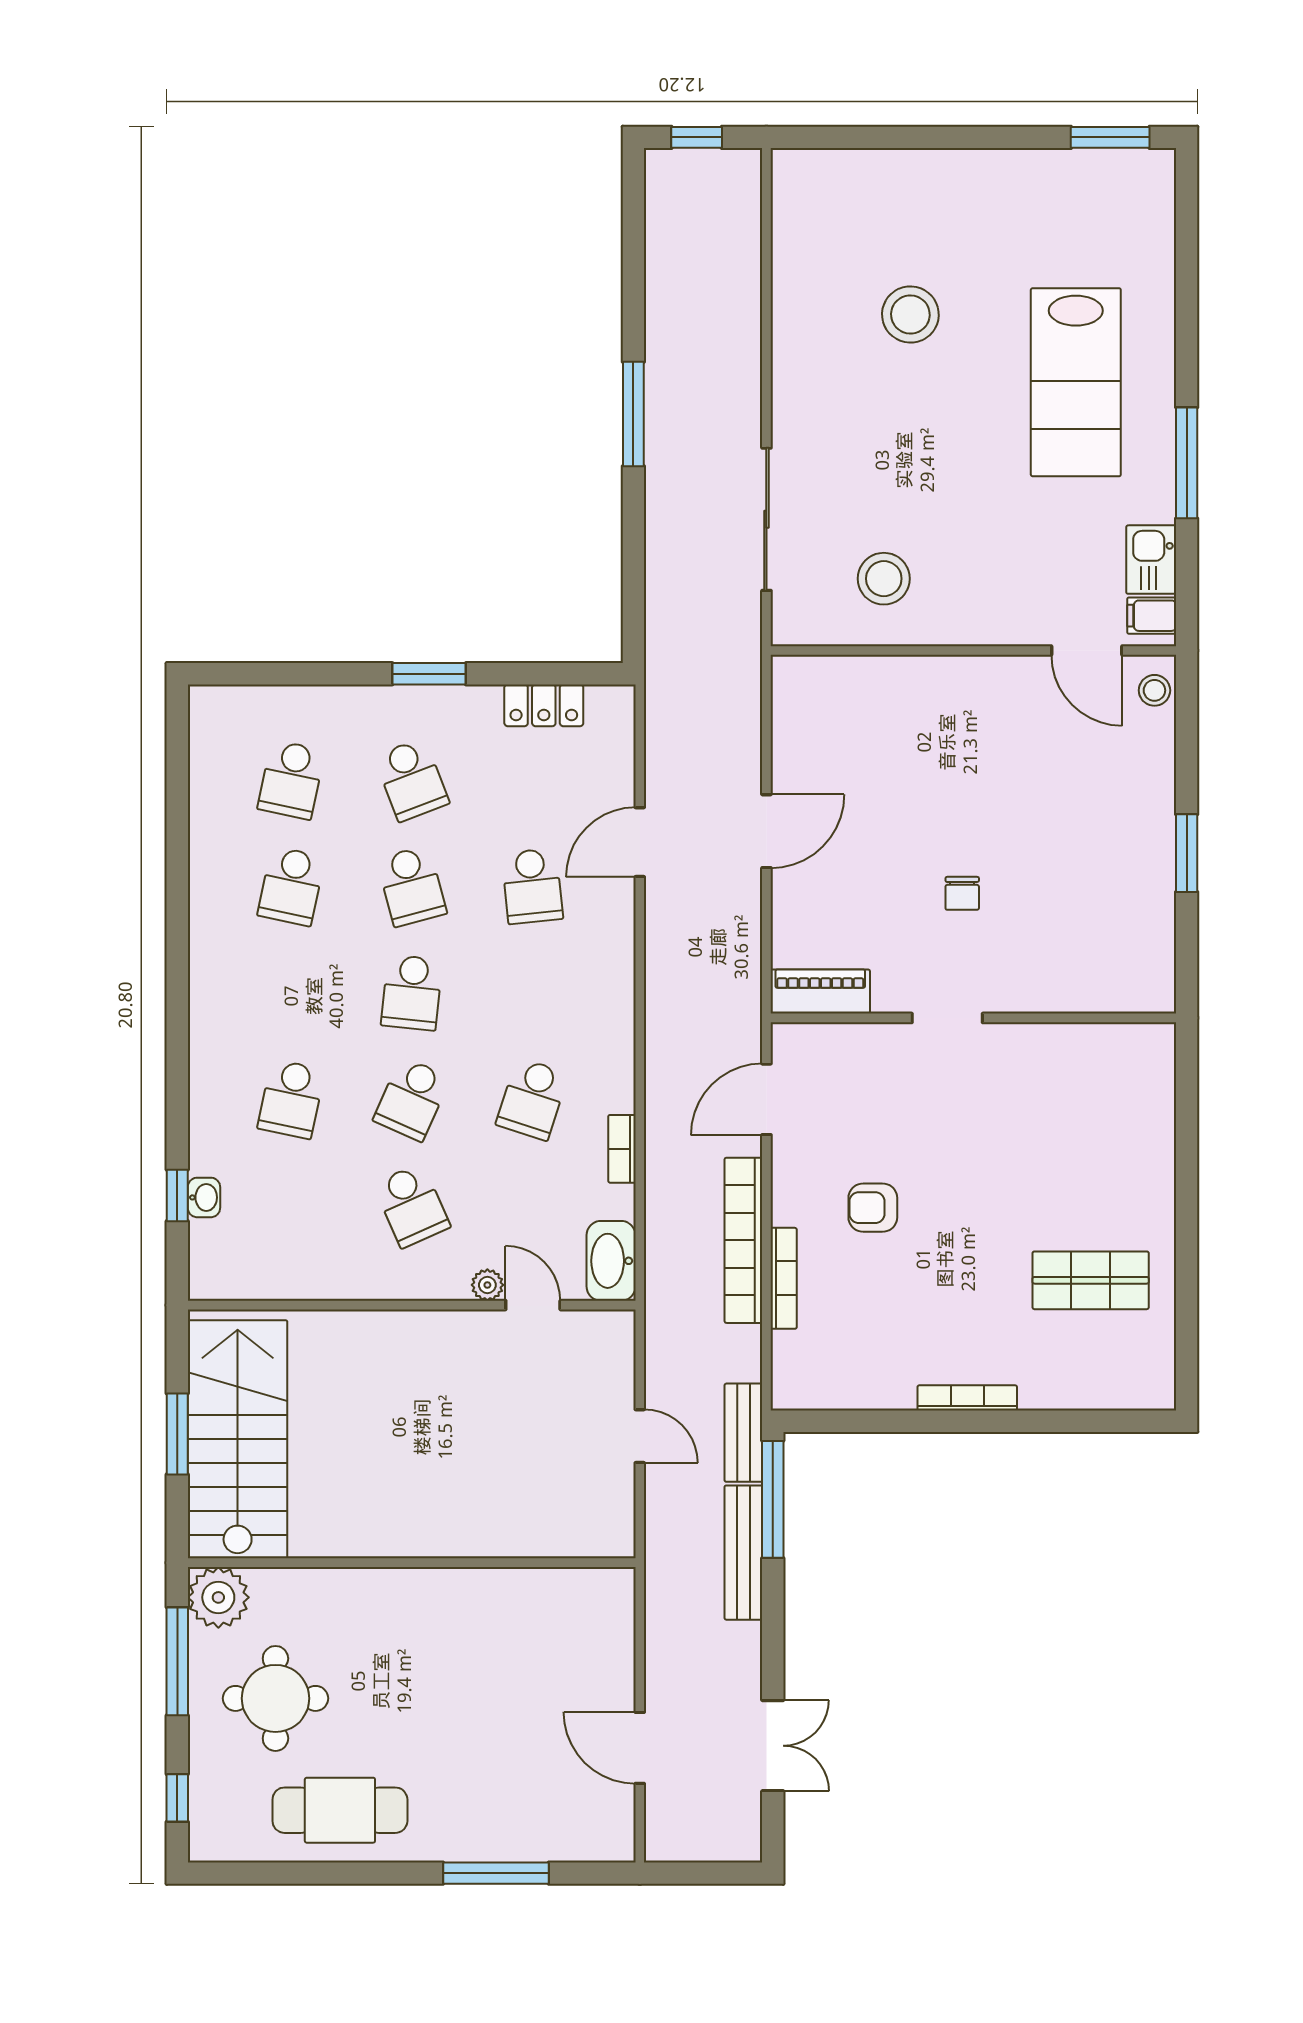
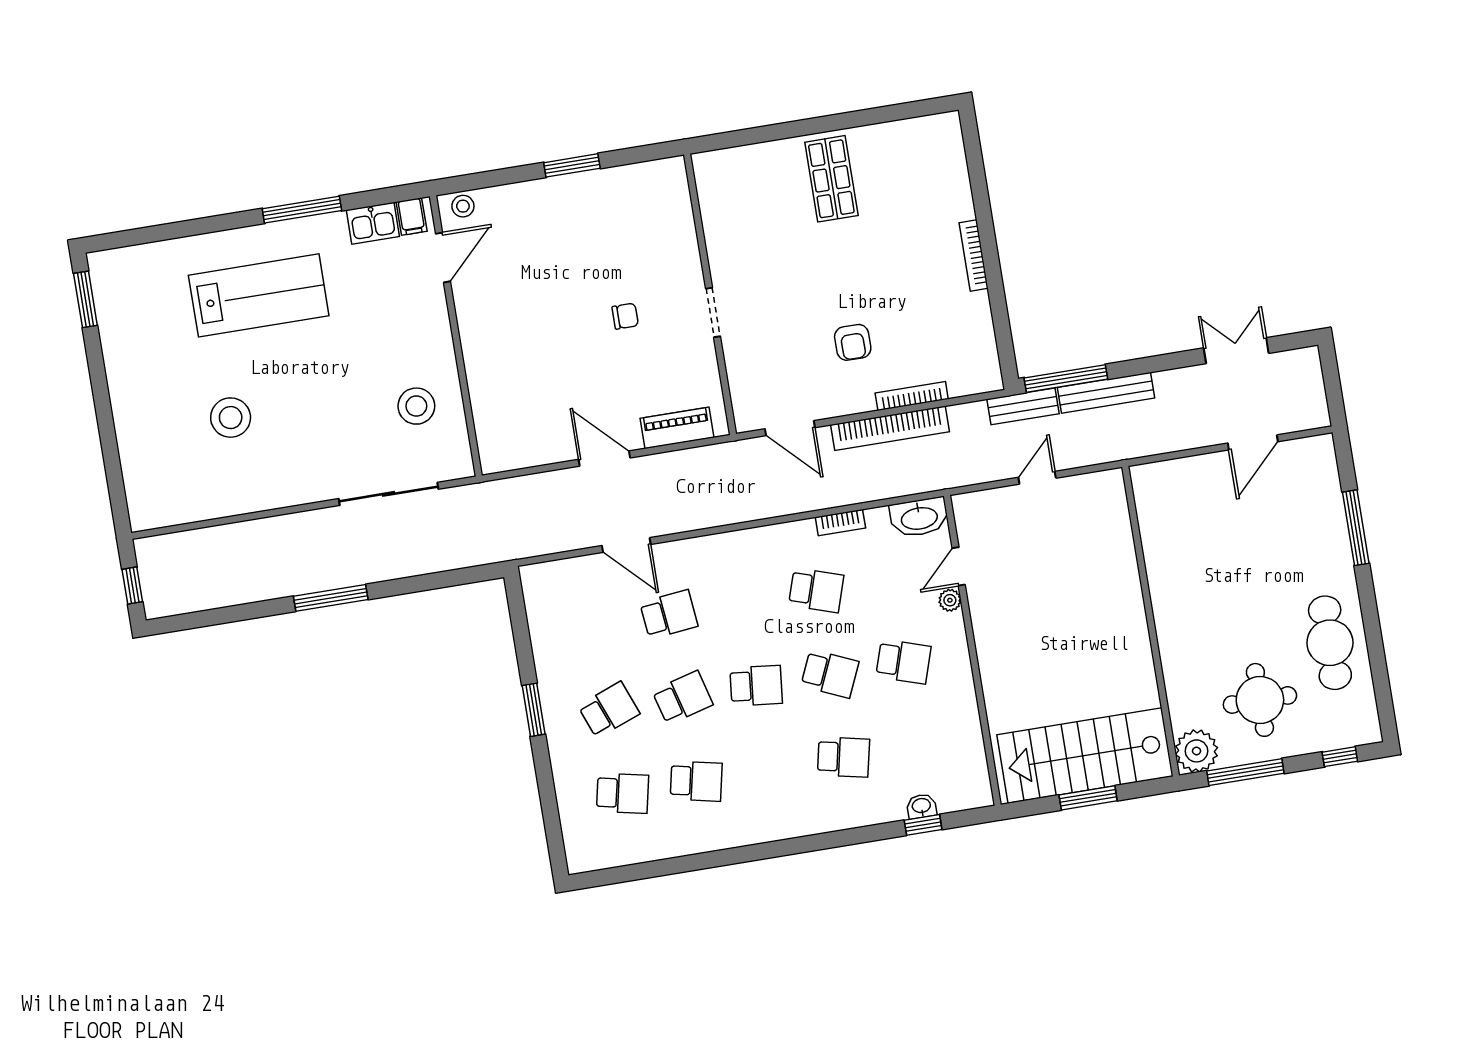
locker: (544, 705) -> (542, 627), removed
piano: (820, 992) -> (677, 428), moved, turned 90
school desk: (412, 1205) -> (903, 662), turned 42
shop shelf: (1091, 1280) -> (831, 179), moved

